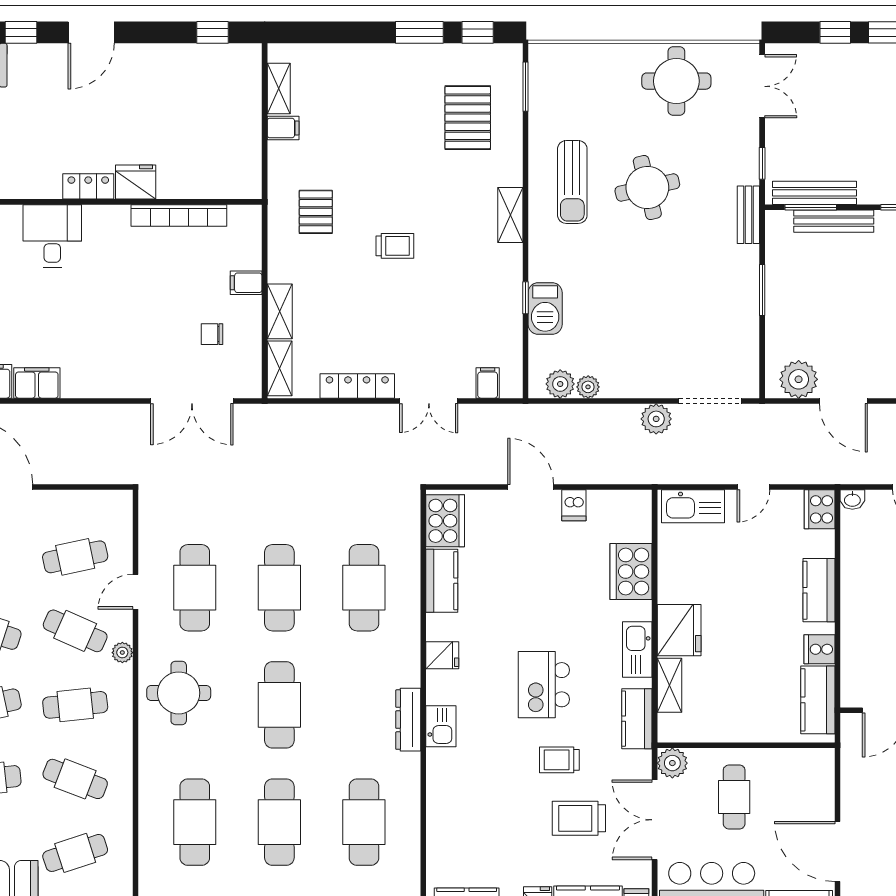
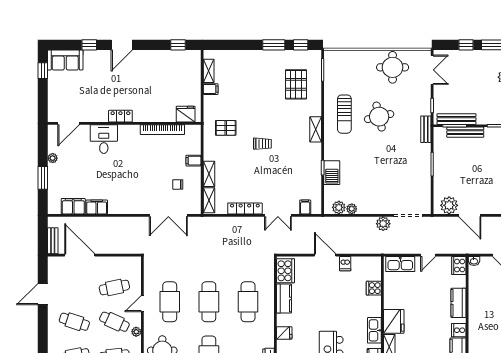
fridge: (136, 182) -> (186, 114), moved
pallet: (316, 212) -> (226, 128), turned 90
cooker: (631, 572) -> (374, 288), width x0.53, depth x0.76

